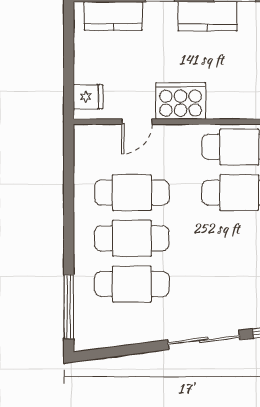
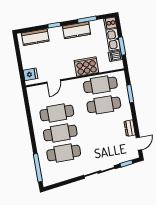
cooker: (181, 101) -> (86, 67), moved

